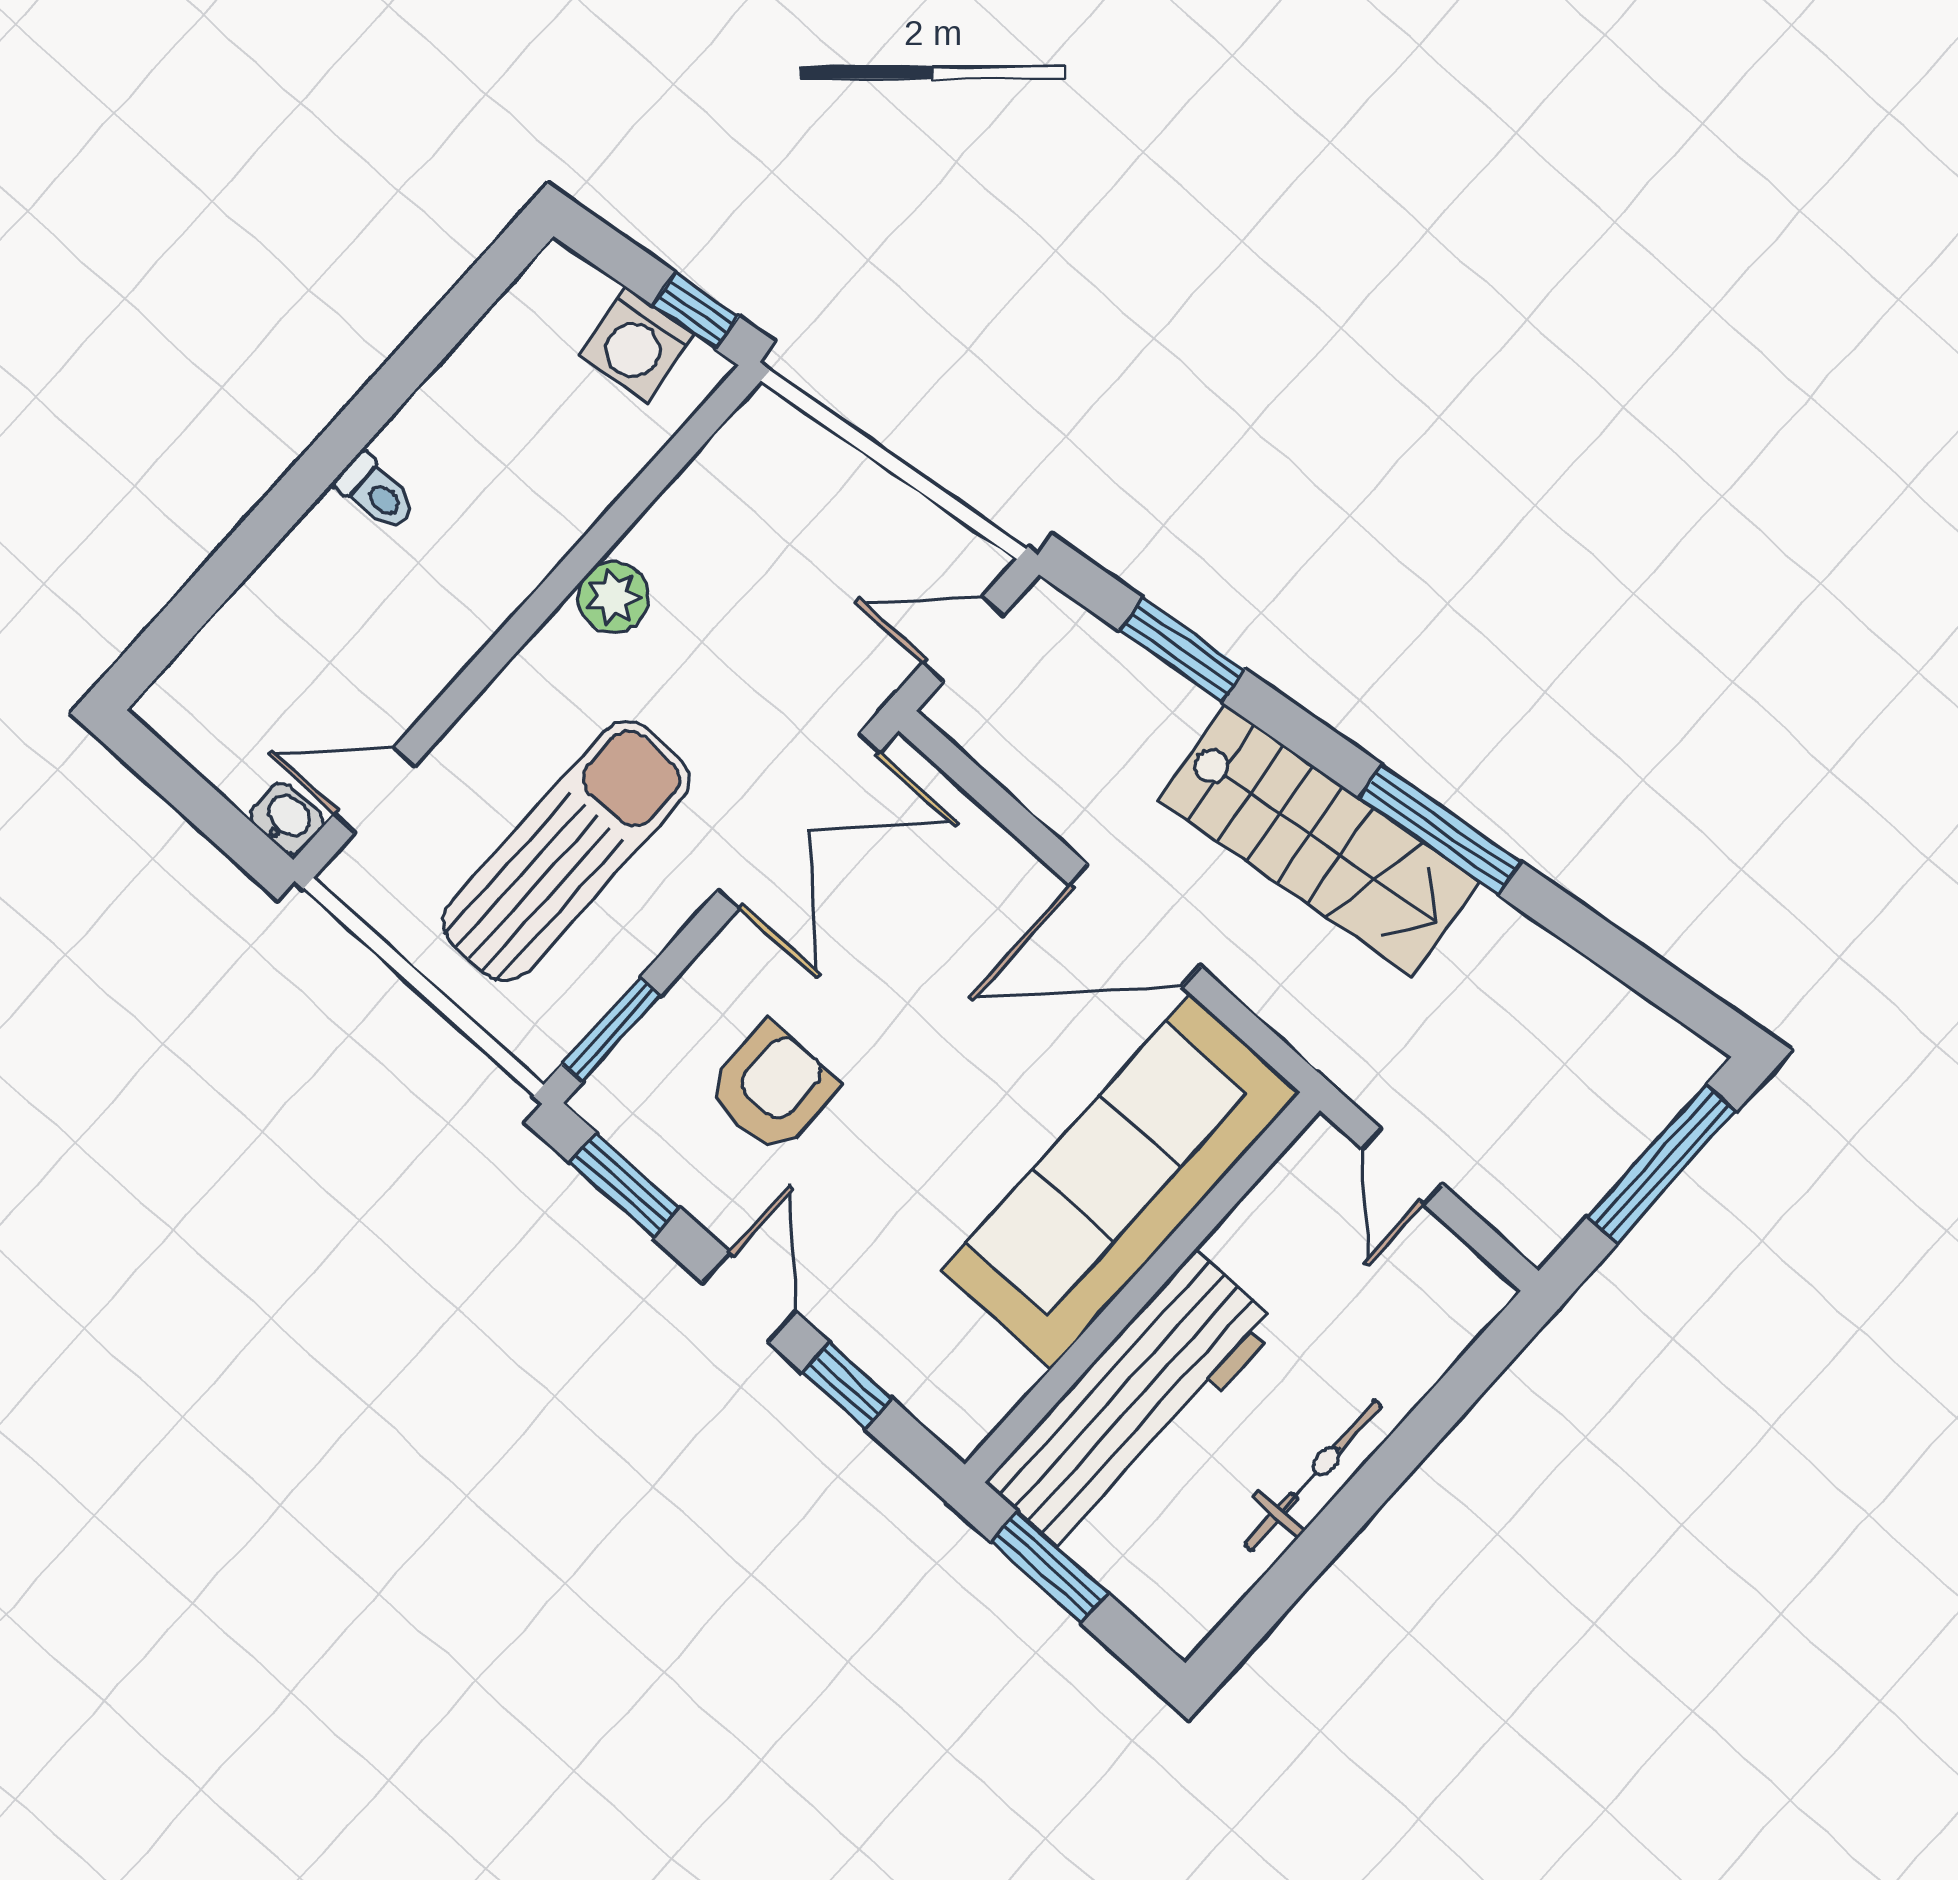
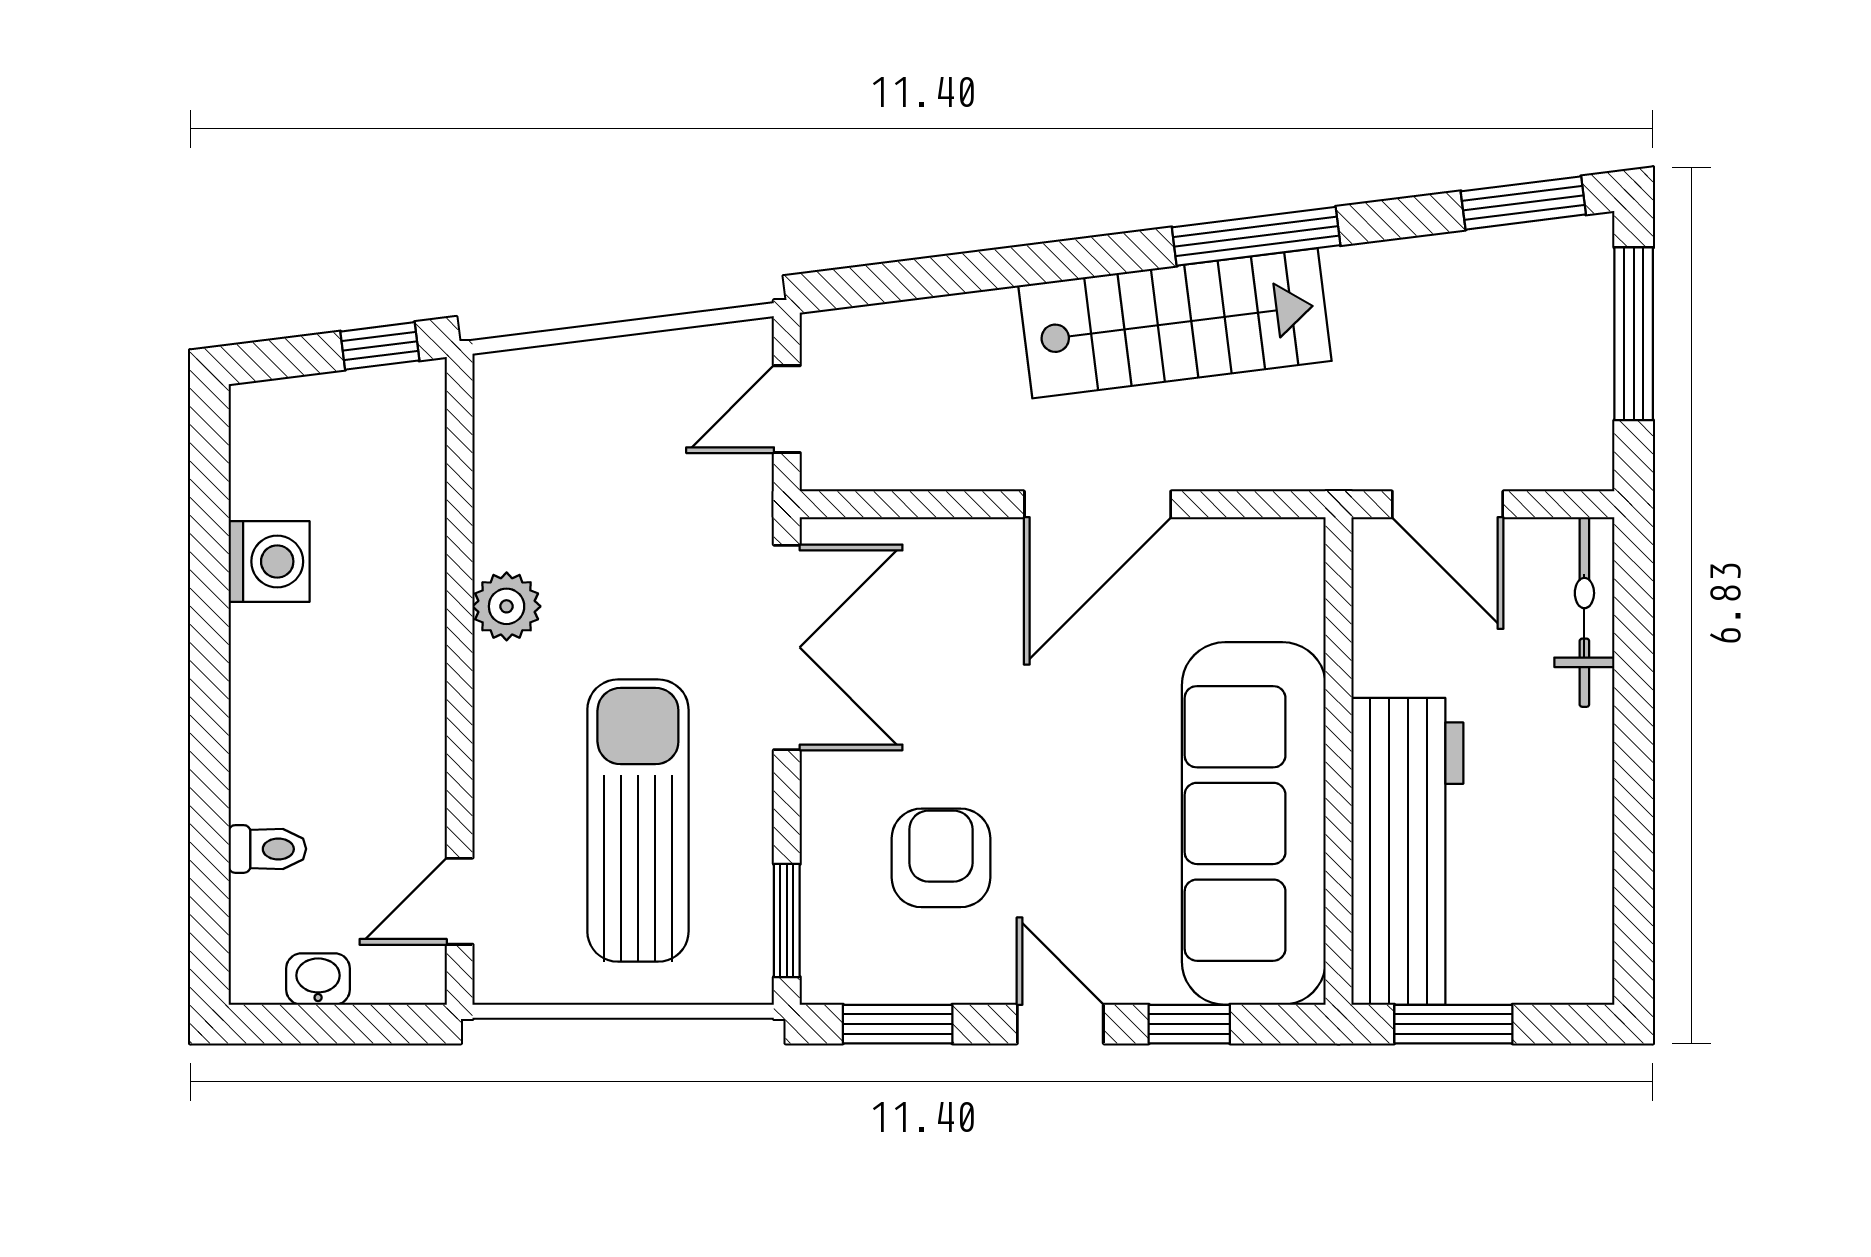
washing machine: (637, 345) -> (269, 561), moved, turned -83
toilet: (376, 493) -> (267, 849), moved
window: (1182, 650) -> (1523, 203), moved
washbasin: (287, 819) -> (318, 979), moved
door: (1402, 1166) -> (1448, 504), width x1.38
sofa: (1121, 1181) -> (1254, 823), moved
bicycle: (1313, 1476) -> (1584, 612), moved

